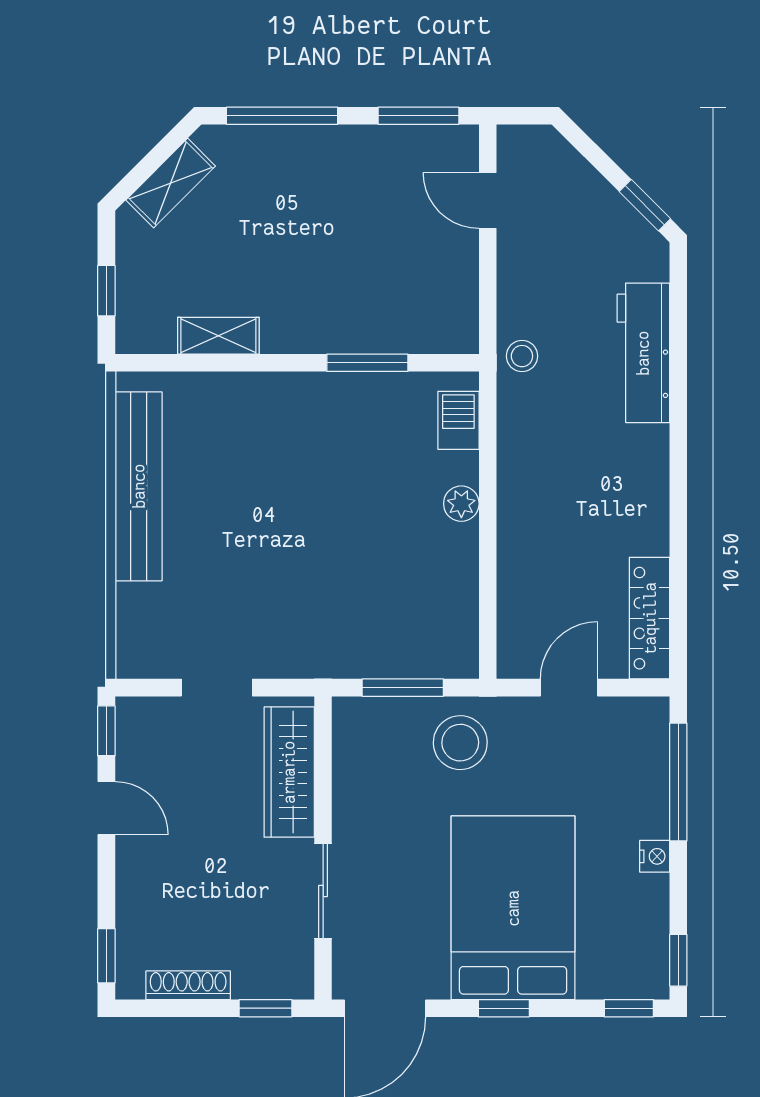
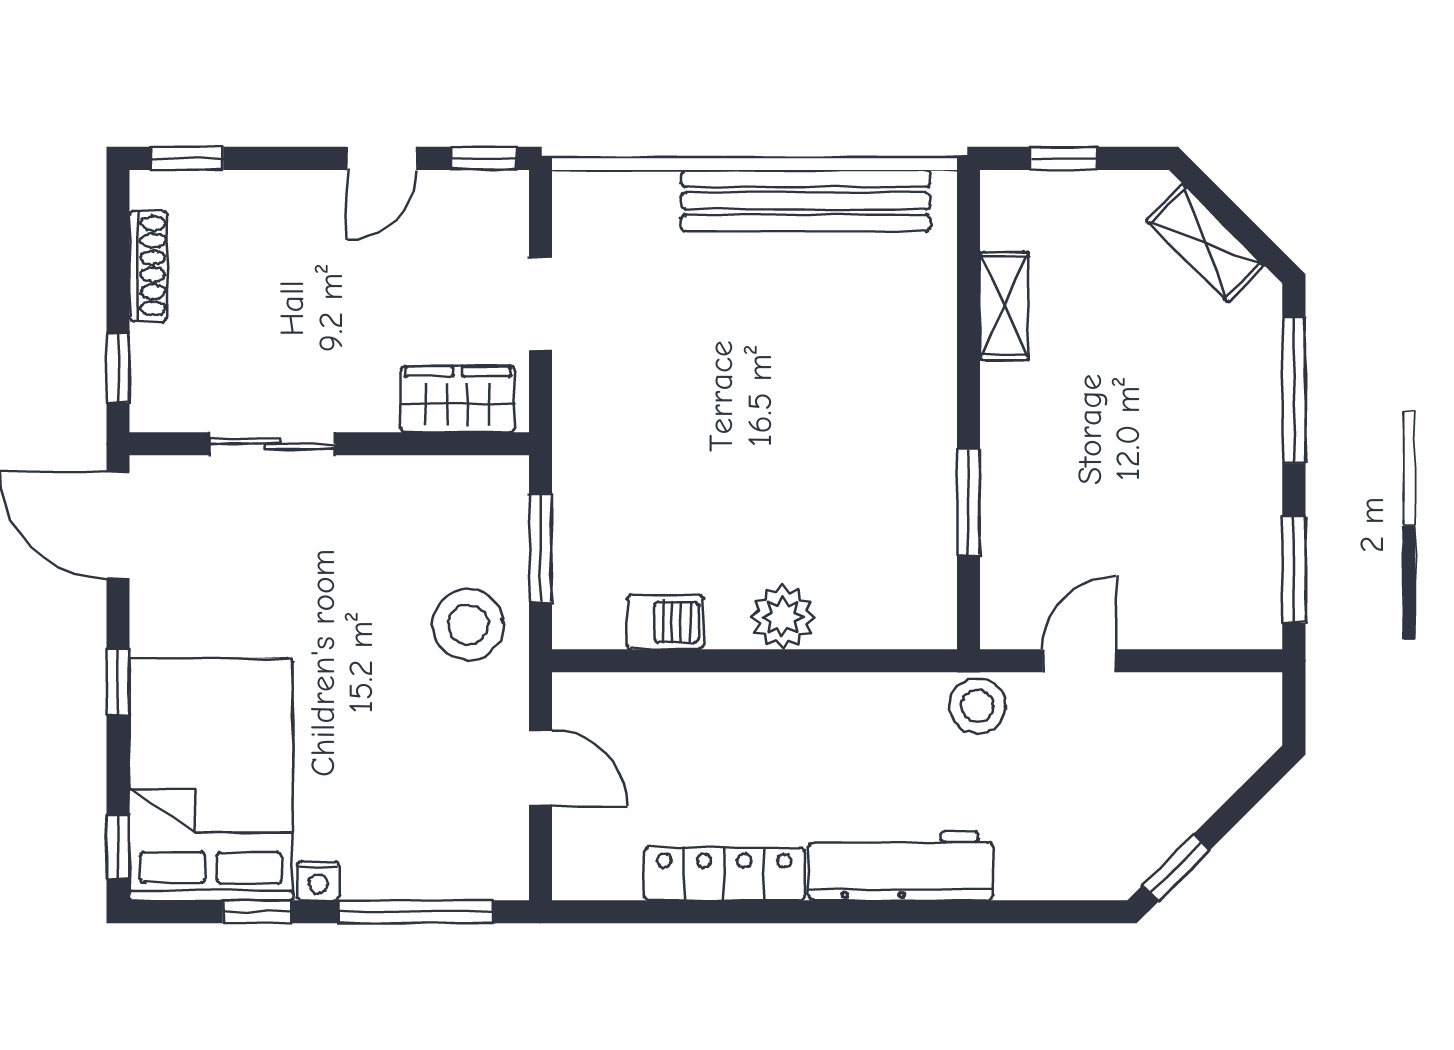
door: (488, 200) -> (1079, 661), moved
workbench: (643, 353) -> (901, 866), moved
stool: (522, 356) -> (977, 706), width x1.37, depth x1.37
barbecue: (458, 420) -> (665, 622), moved
plant: (461, 504) -> (783, 617), width x1.38, depth x1.38
locker: (650, 618) -> (724, 874), moved
wardrobe: (289, 772) -> (458, 399), width x0.67
bed: (513, 908) -> (211, 779), moved, turned -90
window: (678, 960) -> (257, 912), moved

